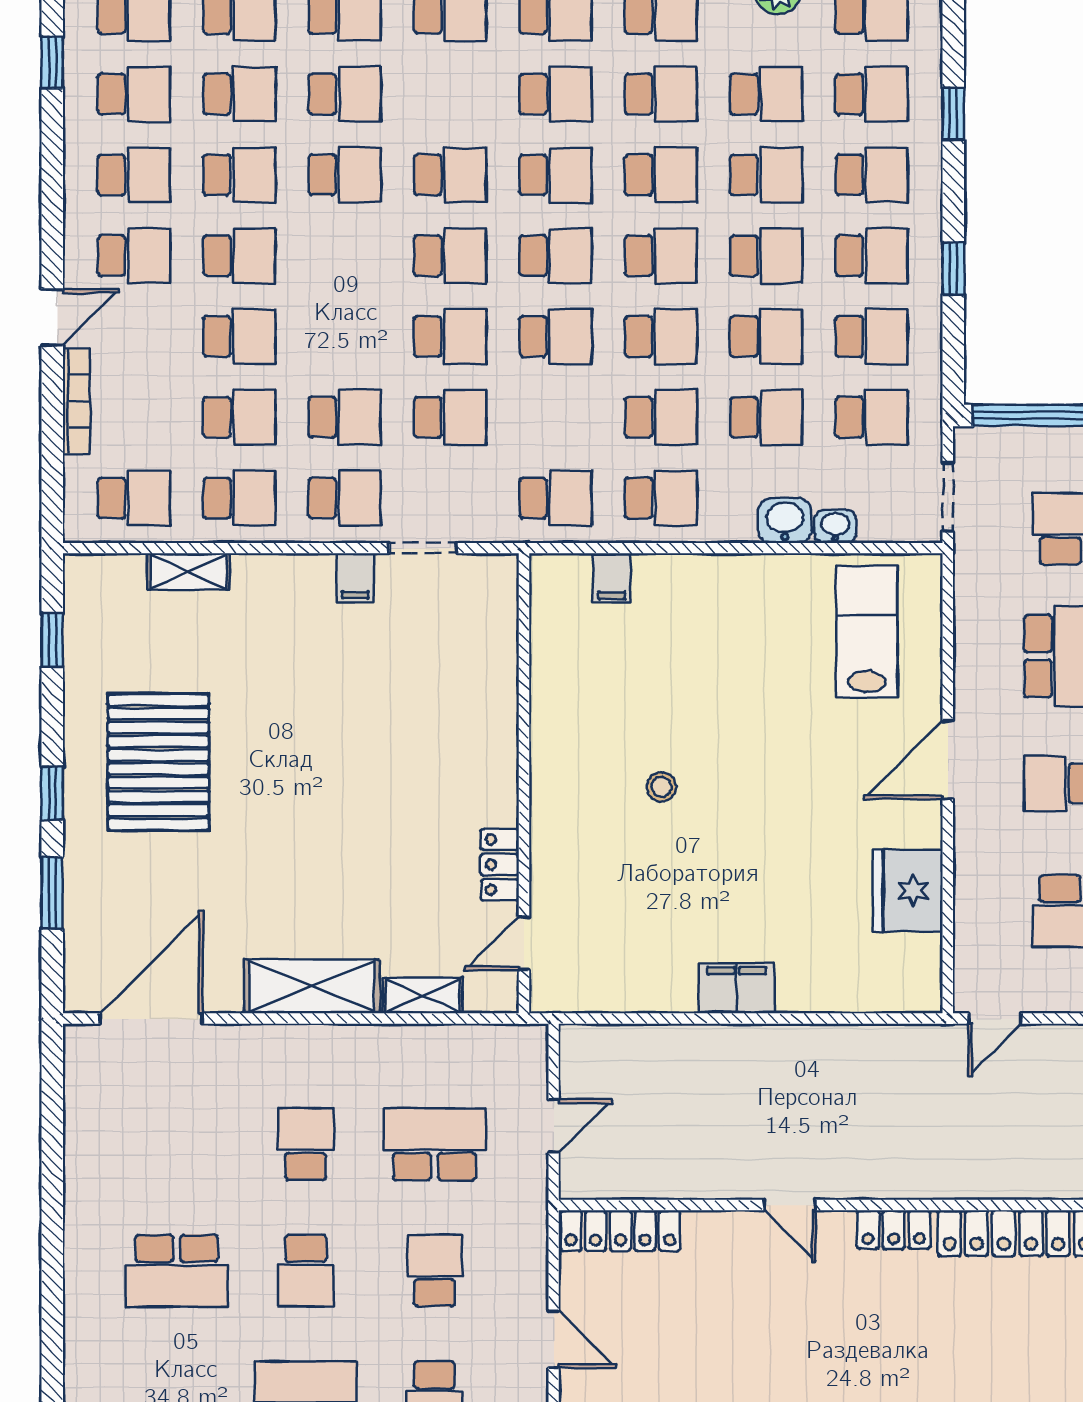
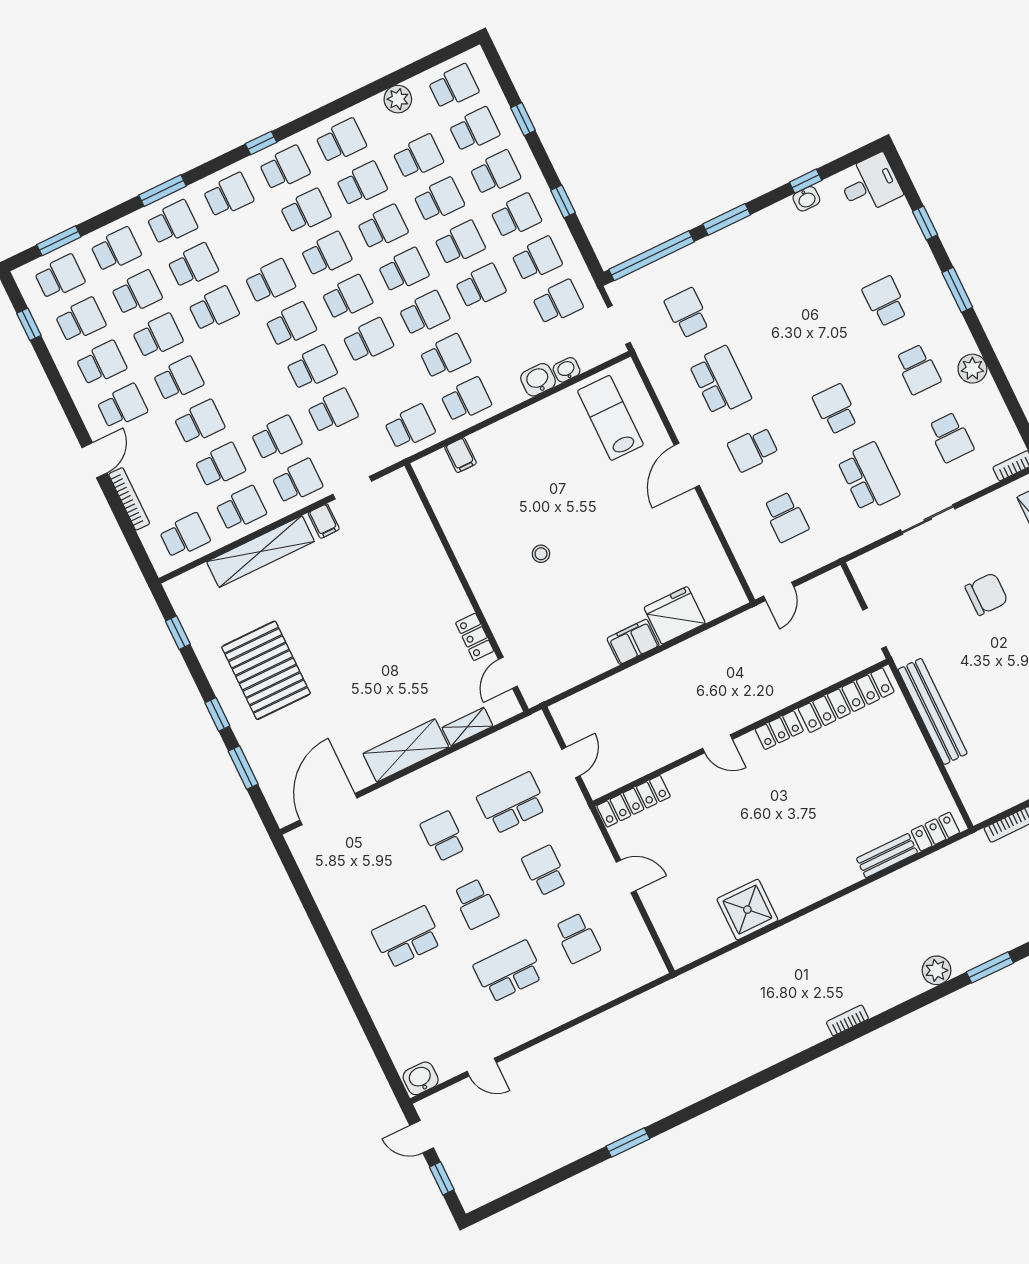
school desk: (766, 417) -> (502, 329), removed
shelving: (188, 572) -> (261, 552), width x2.20, depth x1.33
fridge: (908, 891) -> (675, 615), moved, turned 90
school desk: (177, 1271) -> (407, 937), turned 180

